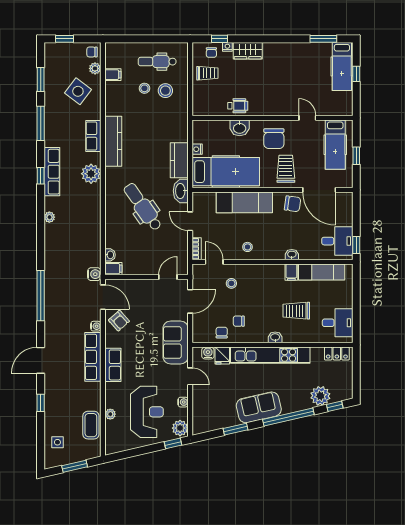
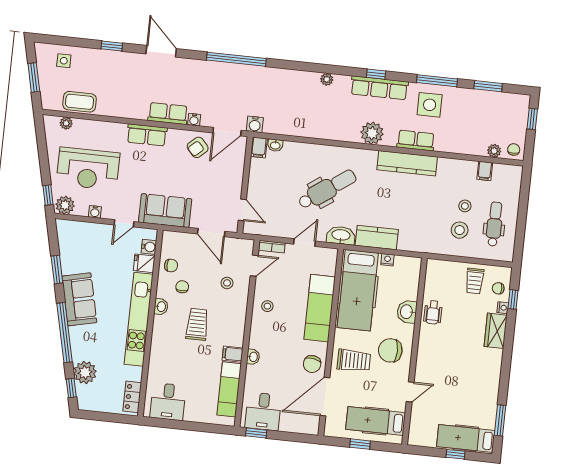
side table: (78, 91) -> (430, 105), moved, turned -37
trolley: (296, 311) -> (197, 324), moved
washbasin: (275, 337) -> (161, 307), moved
row of seats: (93, 357) -> (168, 114), width x0.68
plant: (110, 414) -> (66, 123), moved

